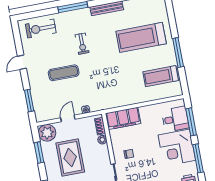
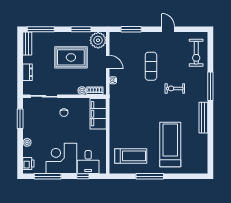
exercise bike: (41, 29) -> (196, 53), turned 180
treadmill: (161, 76) -> (131, 156), turned 90
window: (191, 122) -> (83, 176), width x0.46

